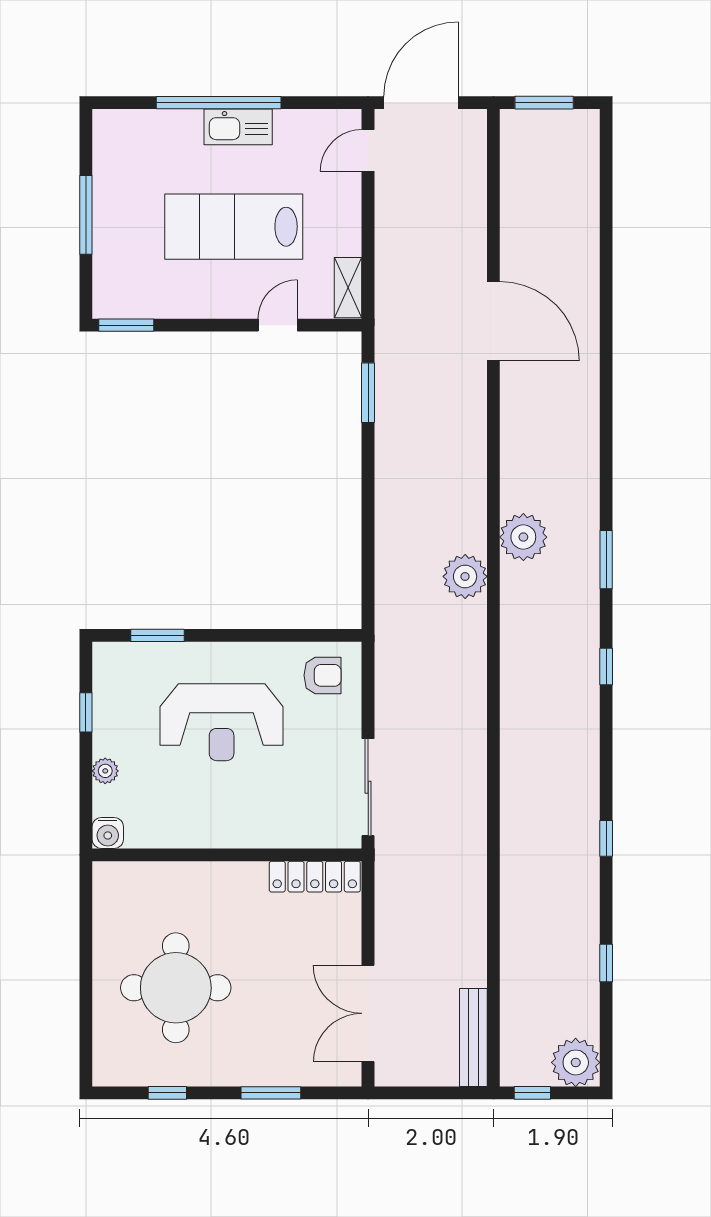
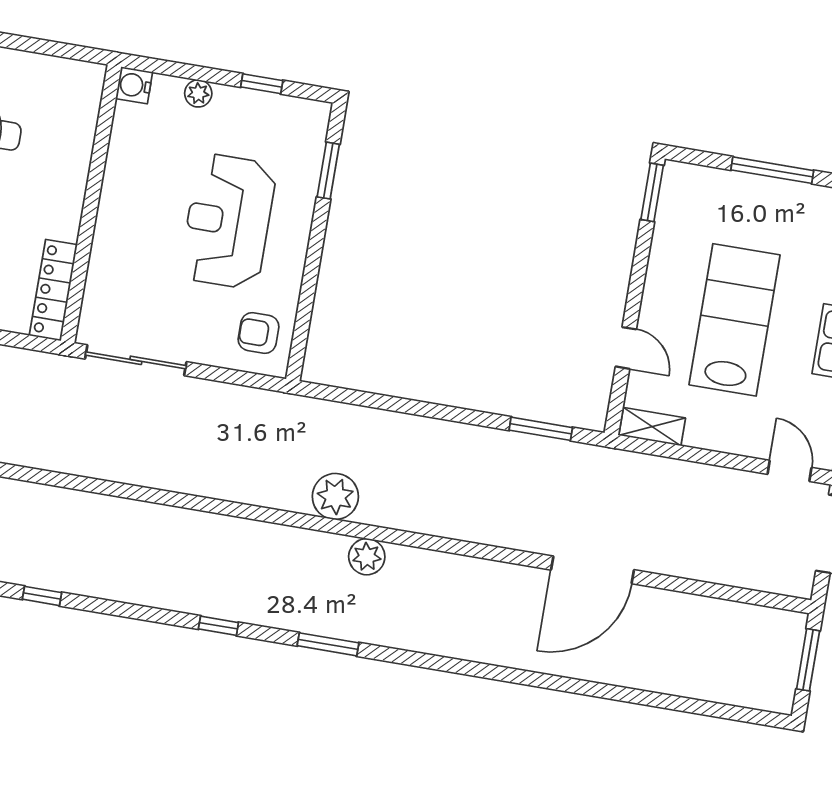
plant: (523, 537) -> (367, 557), width x0.73, depth x0.73
armchair: (323, 675) -> (259, 333), turned 90

